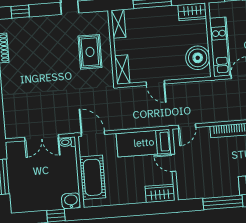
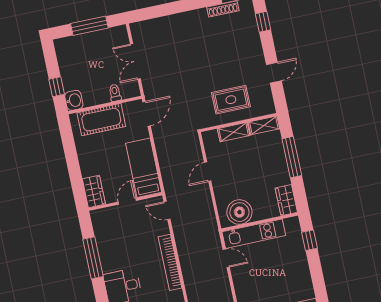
shelving: (122, 70) -> (234, 132), moved
toilet: (67, 142) -> (115, 93), moved

